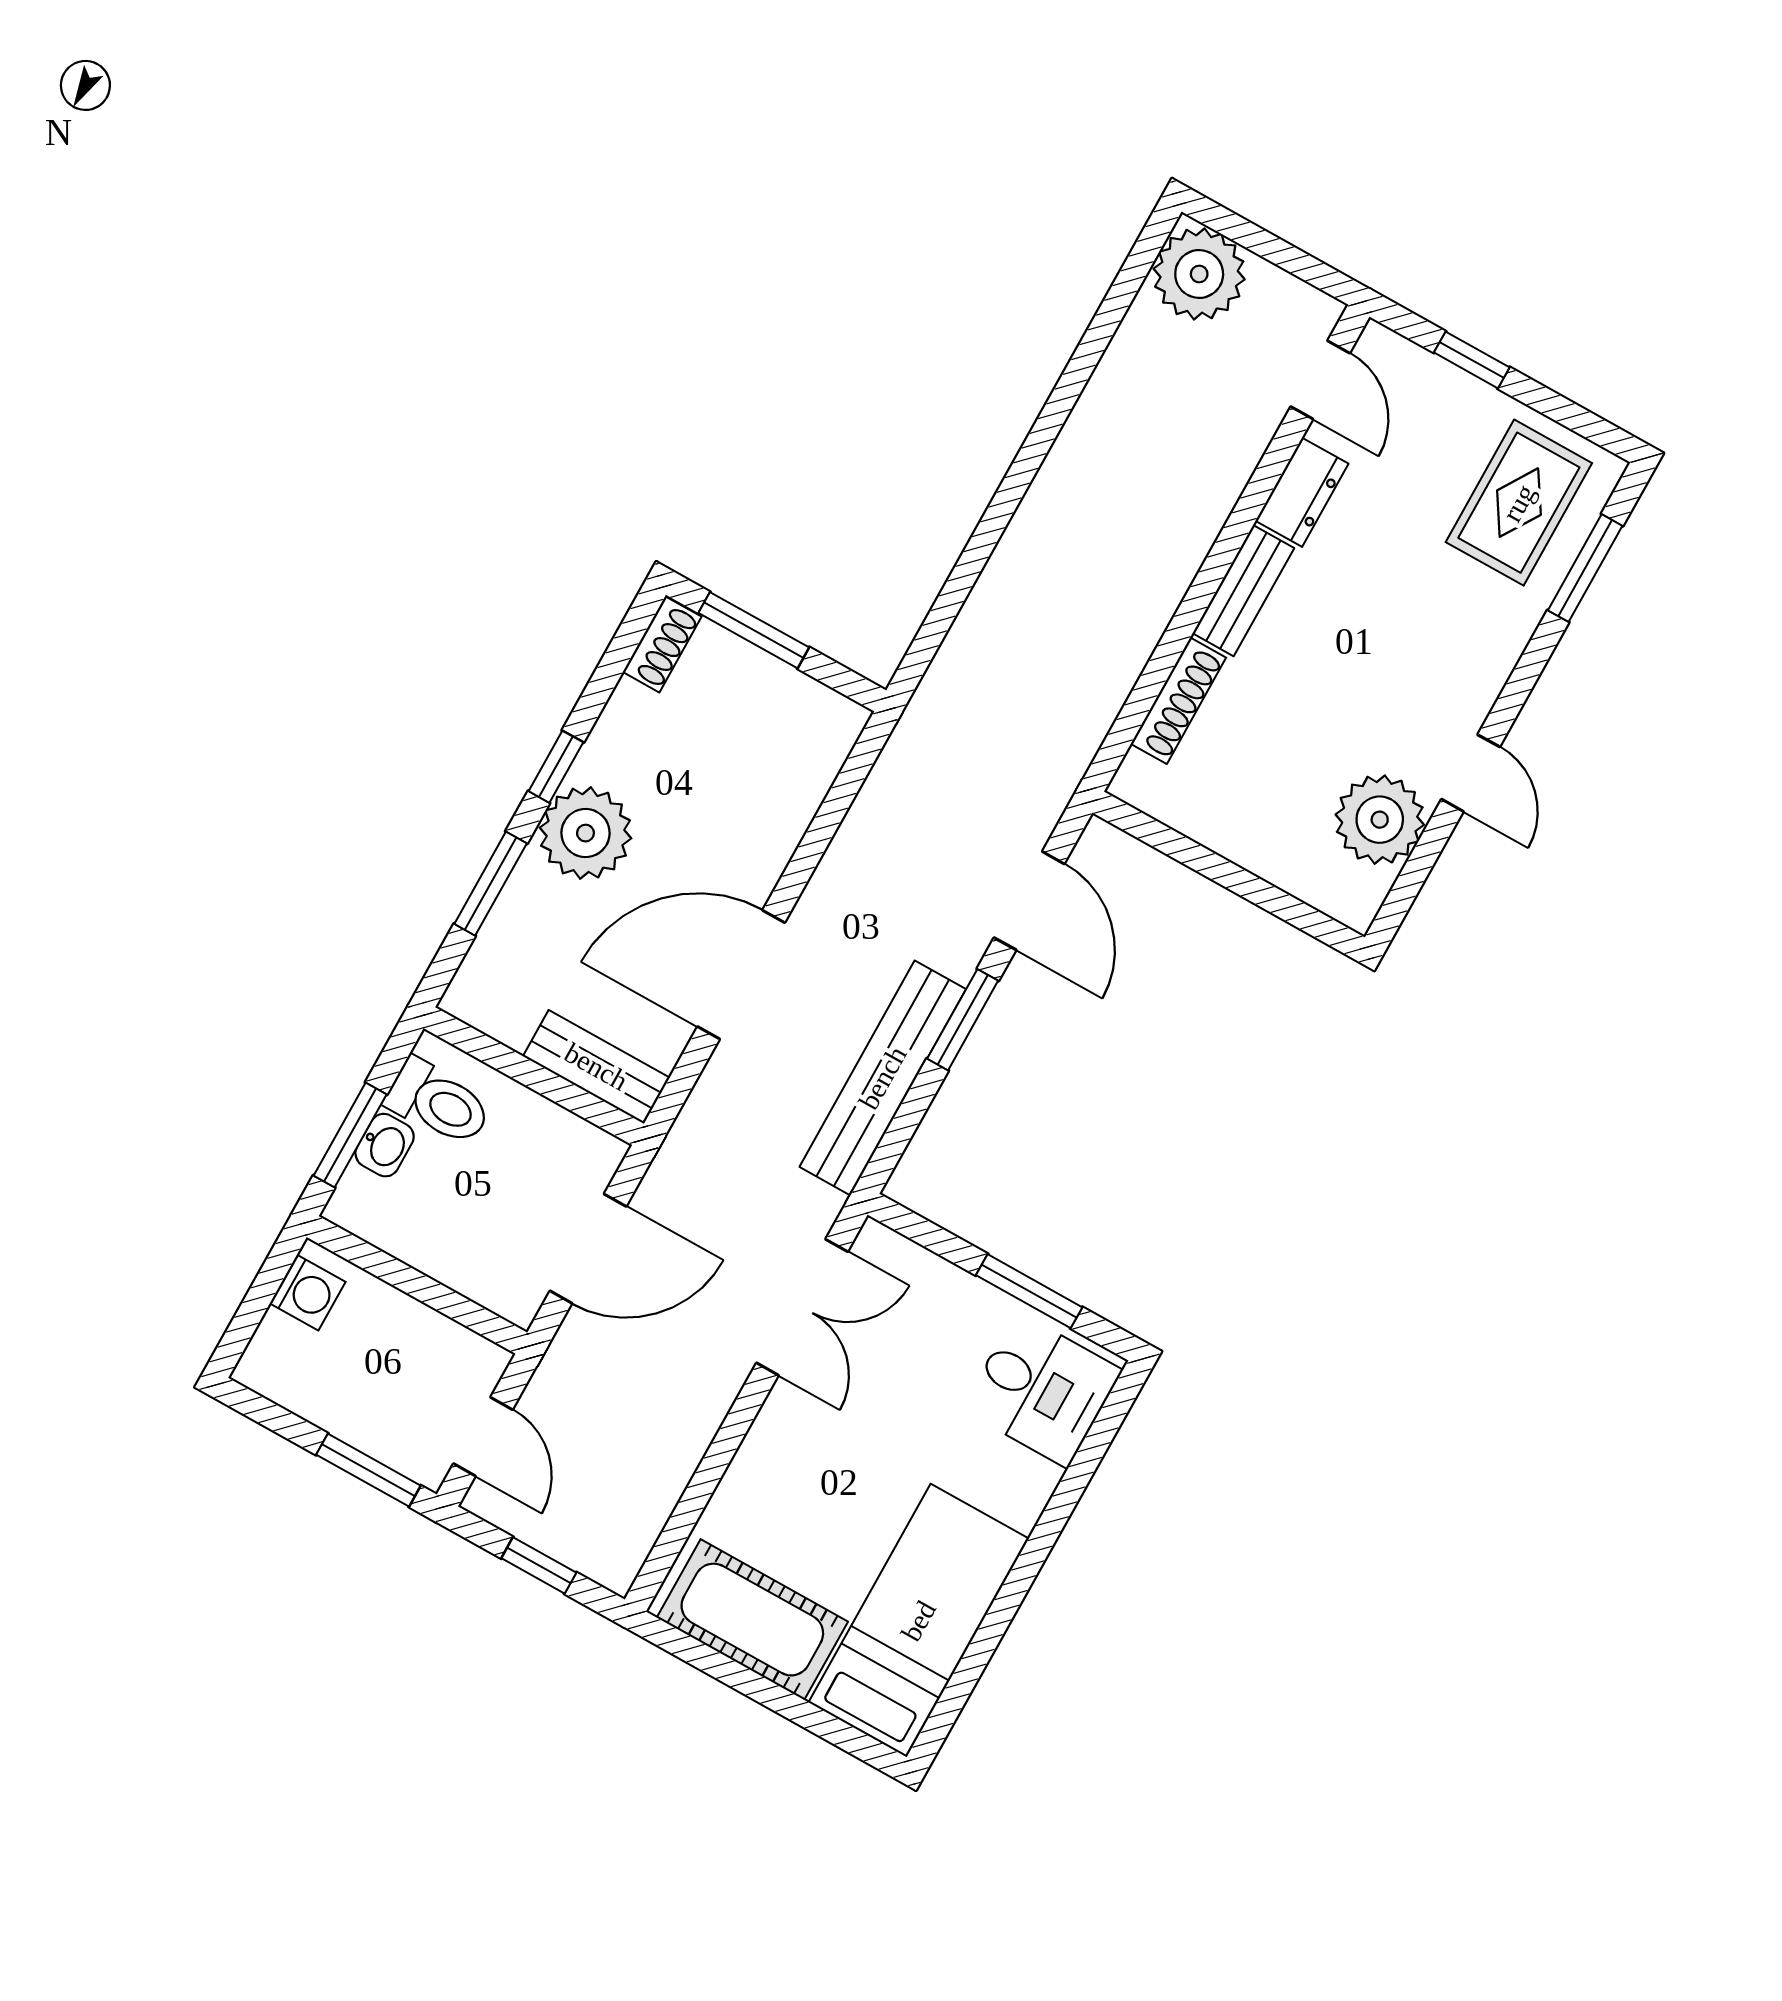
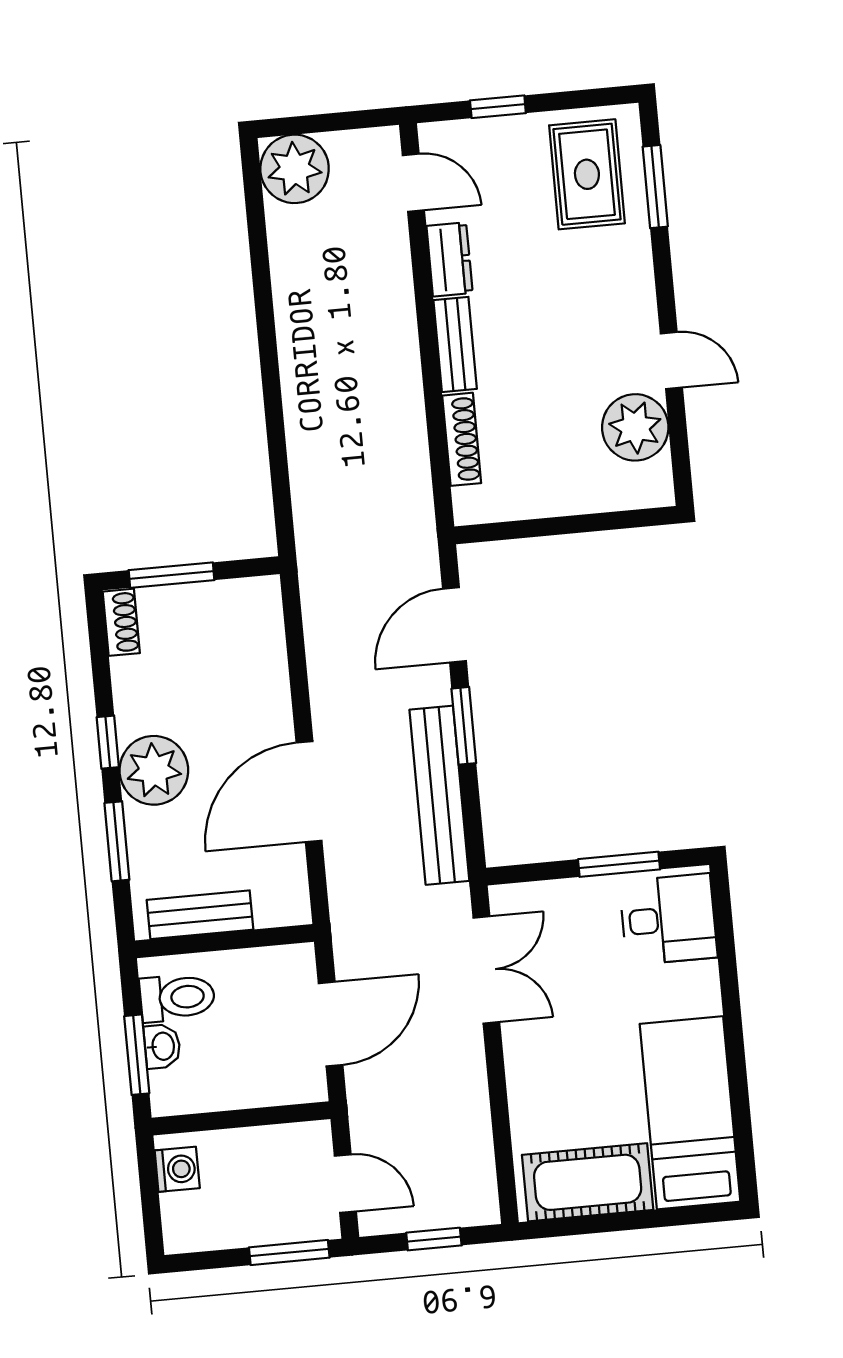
door: (1029, 901) -> (454, 625), swing flipped
bench: (596, 1067) -> (200, 915), moved

